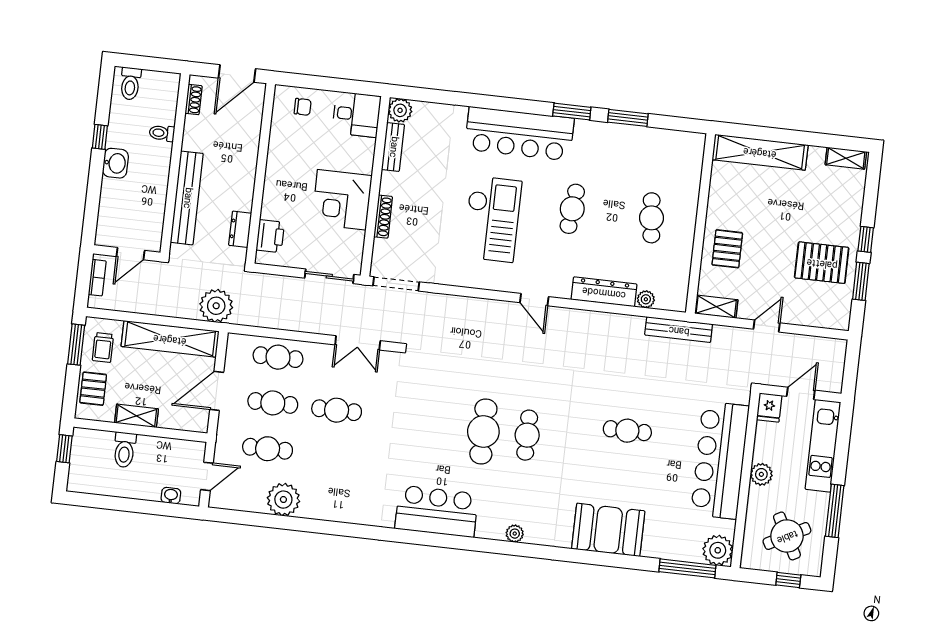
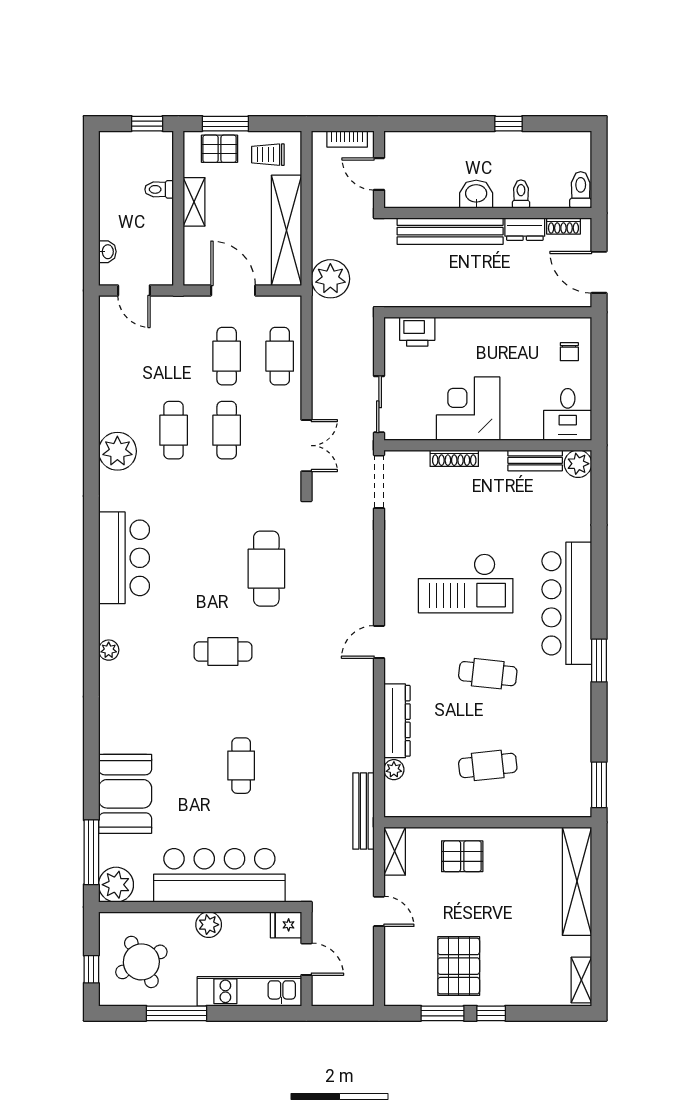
toilet: (130, 84) -> (581, 190), moved, turned 90
window: (628, 118) -> (599, 785), moved
washbasin: (115, 163) -> (476, 194), moved, turned 180
dresser: (240, 229) -> (525, 229), moved, turned 180
double door: (358, 343) -> (306, 446), swing flipped
window: (76, 345) -> (225, 124), moved
cafe table: (483, 431) -> (266, 569), moved, turned 90
cafe table: (268, 449) -> (174, 430), moved
toilet: (125, 450) -> (159, 189), width x0.73, depth x0.72
plant: (283, 500) -> (117, 451), moved
booth: (608, 530) -> (125, 794), moved

